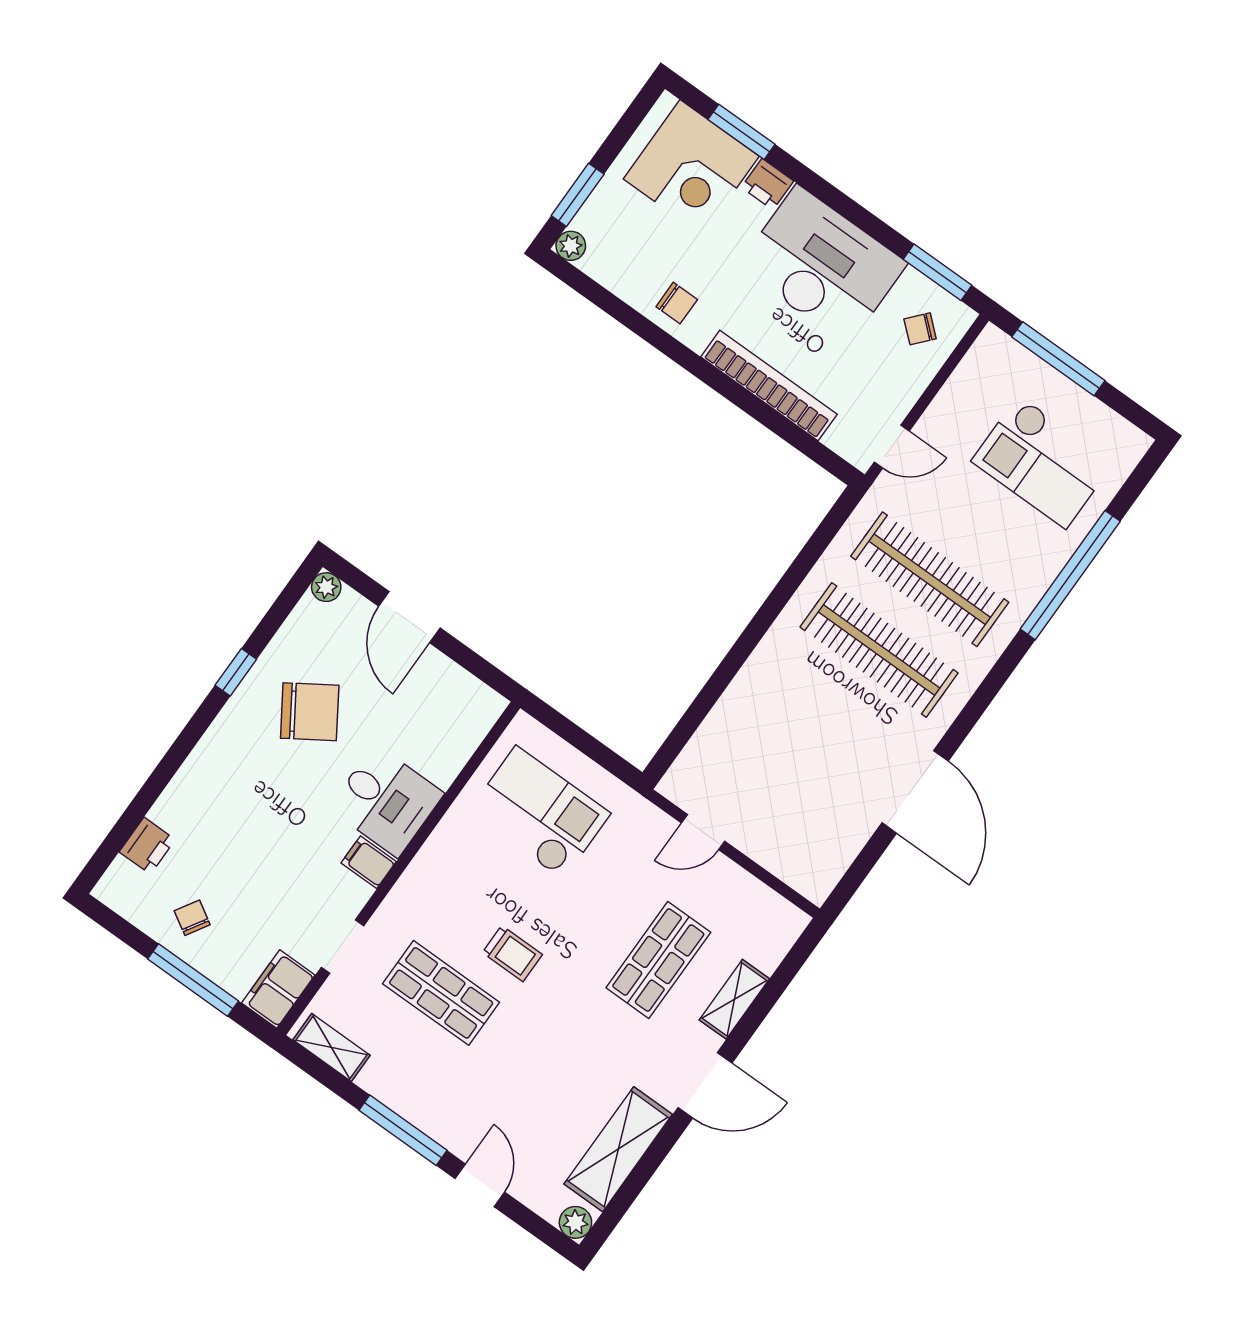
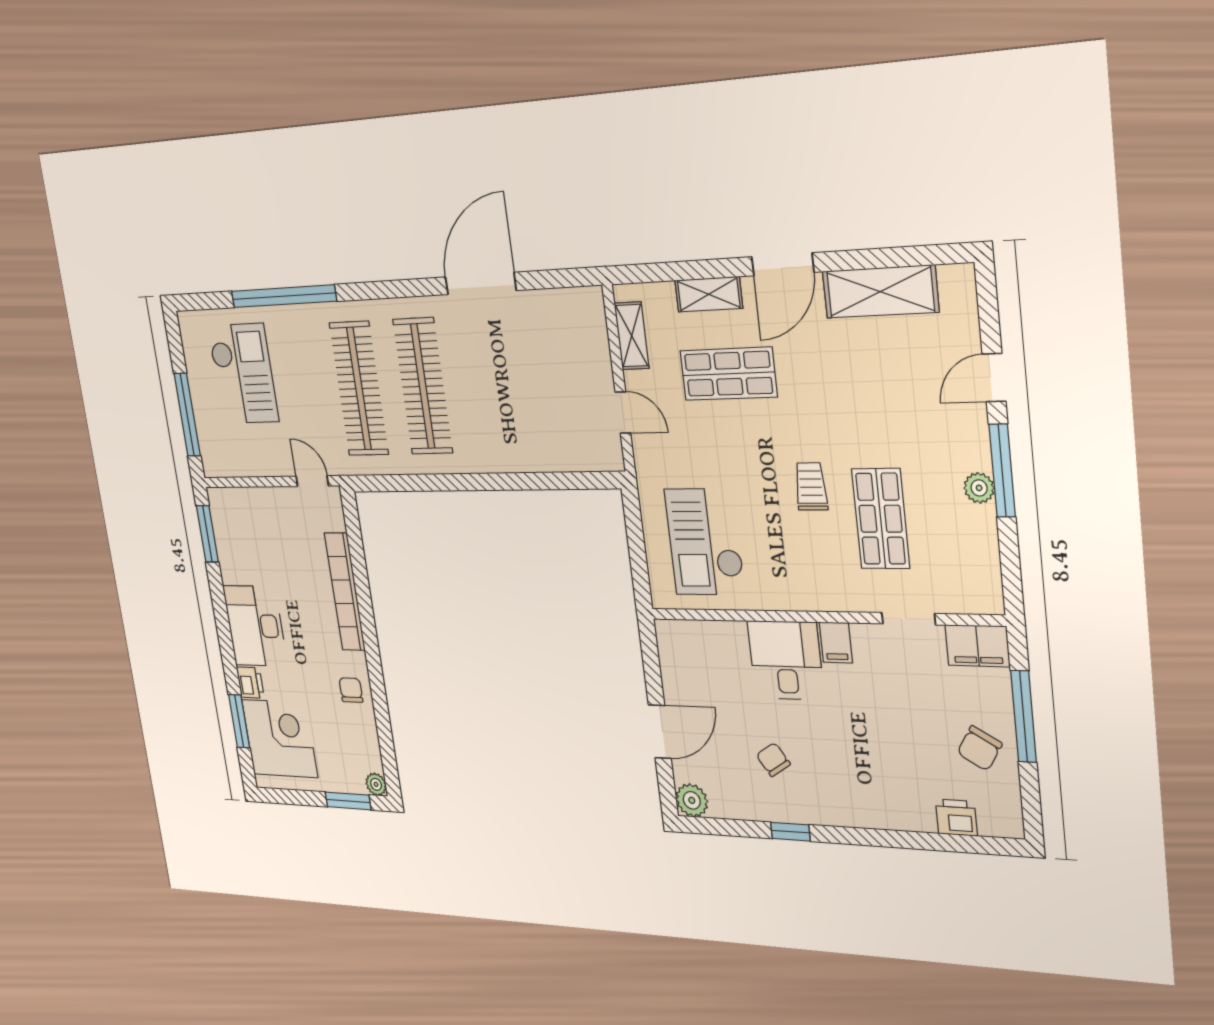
desk: (822, 265) -> (255, 626), width x0.73, depth x0.77
chair: (920, 329) -> (242, 519), removed
plant: (326, 587) -> (692, 800), width x1.38, depth x1.38
chair: (310, 712) -> (773, 760), width x0.54, depth x0.54
chair: (192, 918) -> (980, 748), width x1.37, depth x1.37
shelving: (331, 1048) -> (632, 336), moved
door: (705, 1085) -> (783, 264), swing flipped
plant: (575, 1222) -> (979, 488), moved

